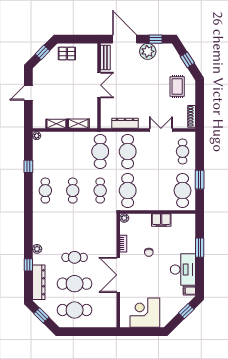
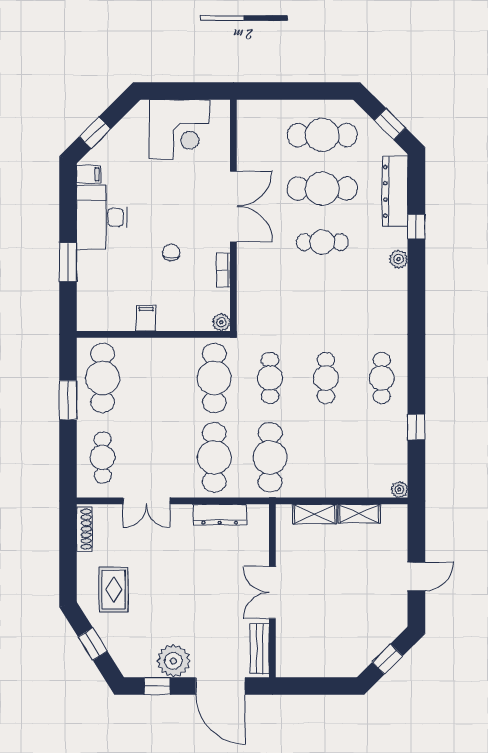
pallet: (67, 54) -> (338, 657), removed
filing cabinet: (161, 220) -> (146, 318), width x0.50

